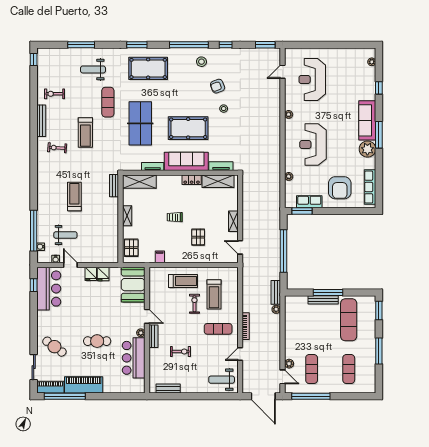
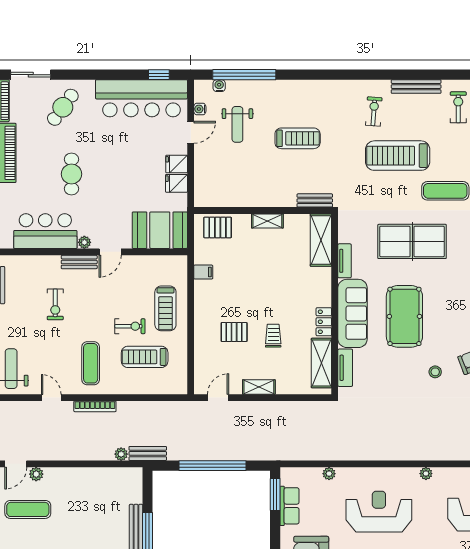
treadmill: (85, 133) -> (398, 156), width x1.37, depth x1.38
trolley: (175, 217) -> (273, 336), moved
bar counter: (49, 289) -> (141, 98), width x1.36

